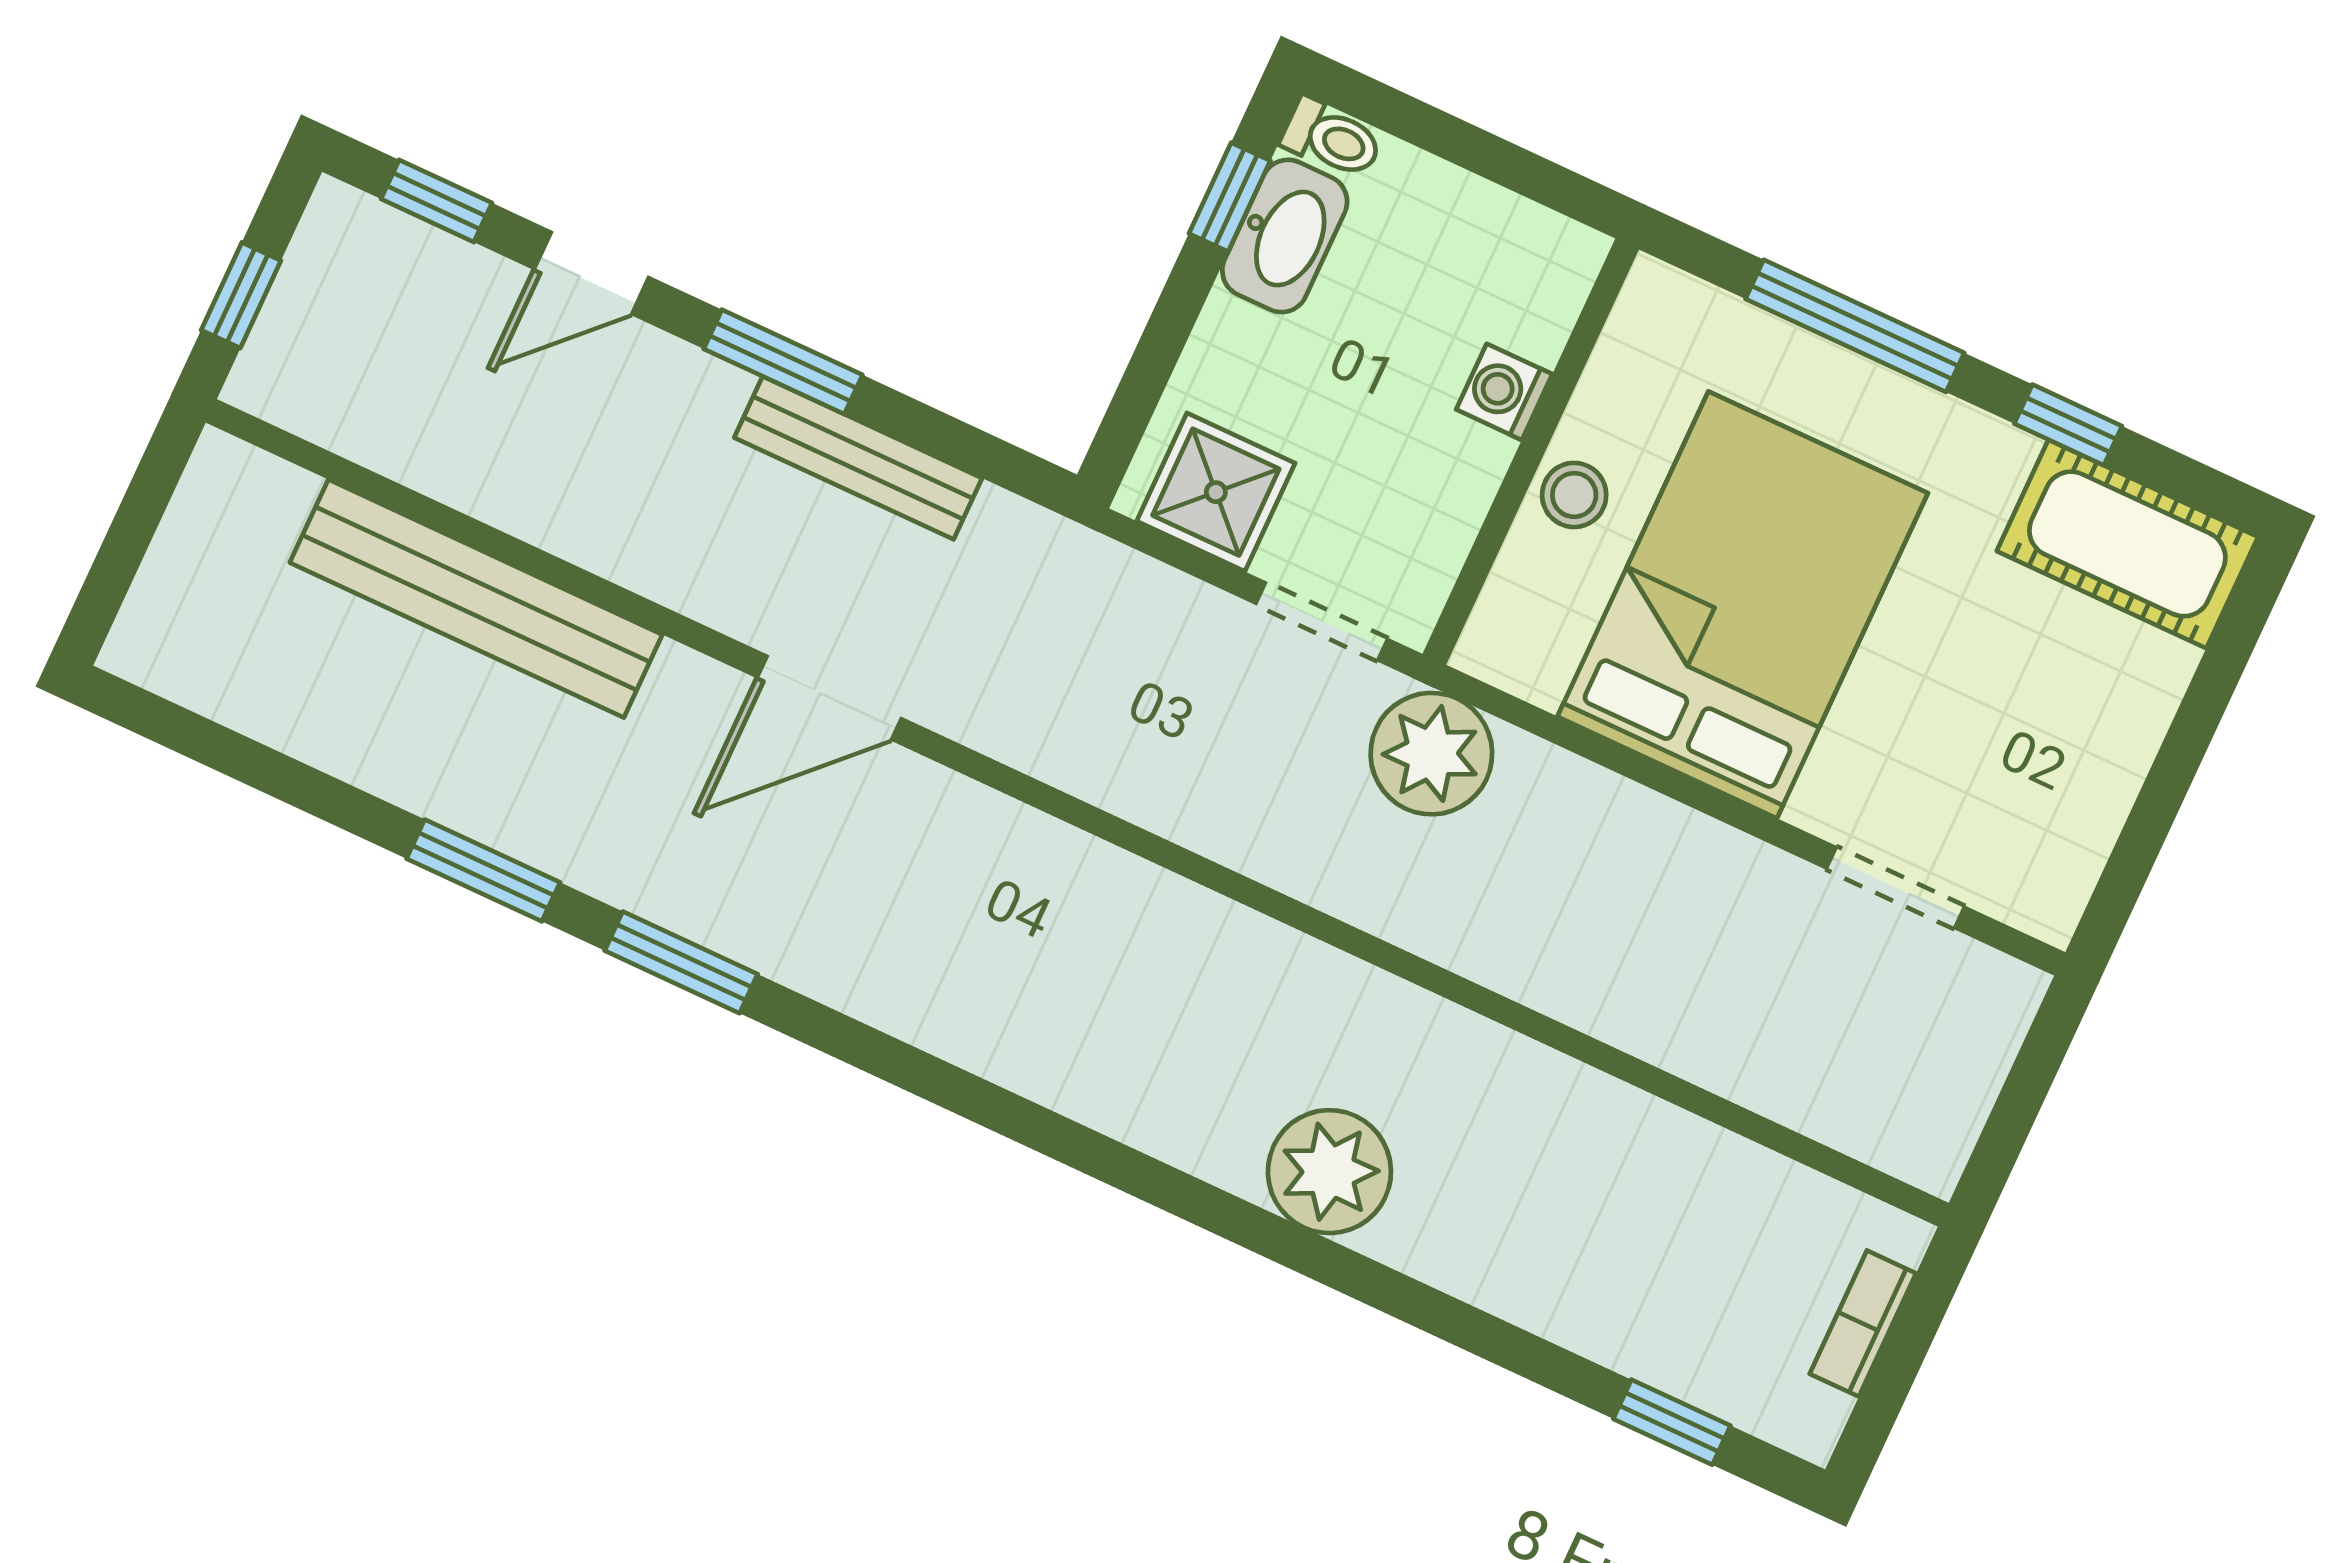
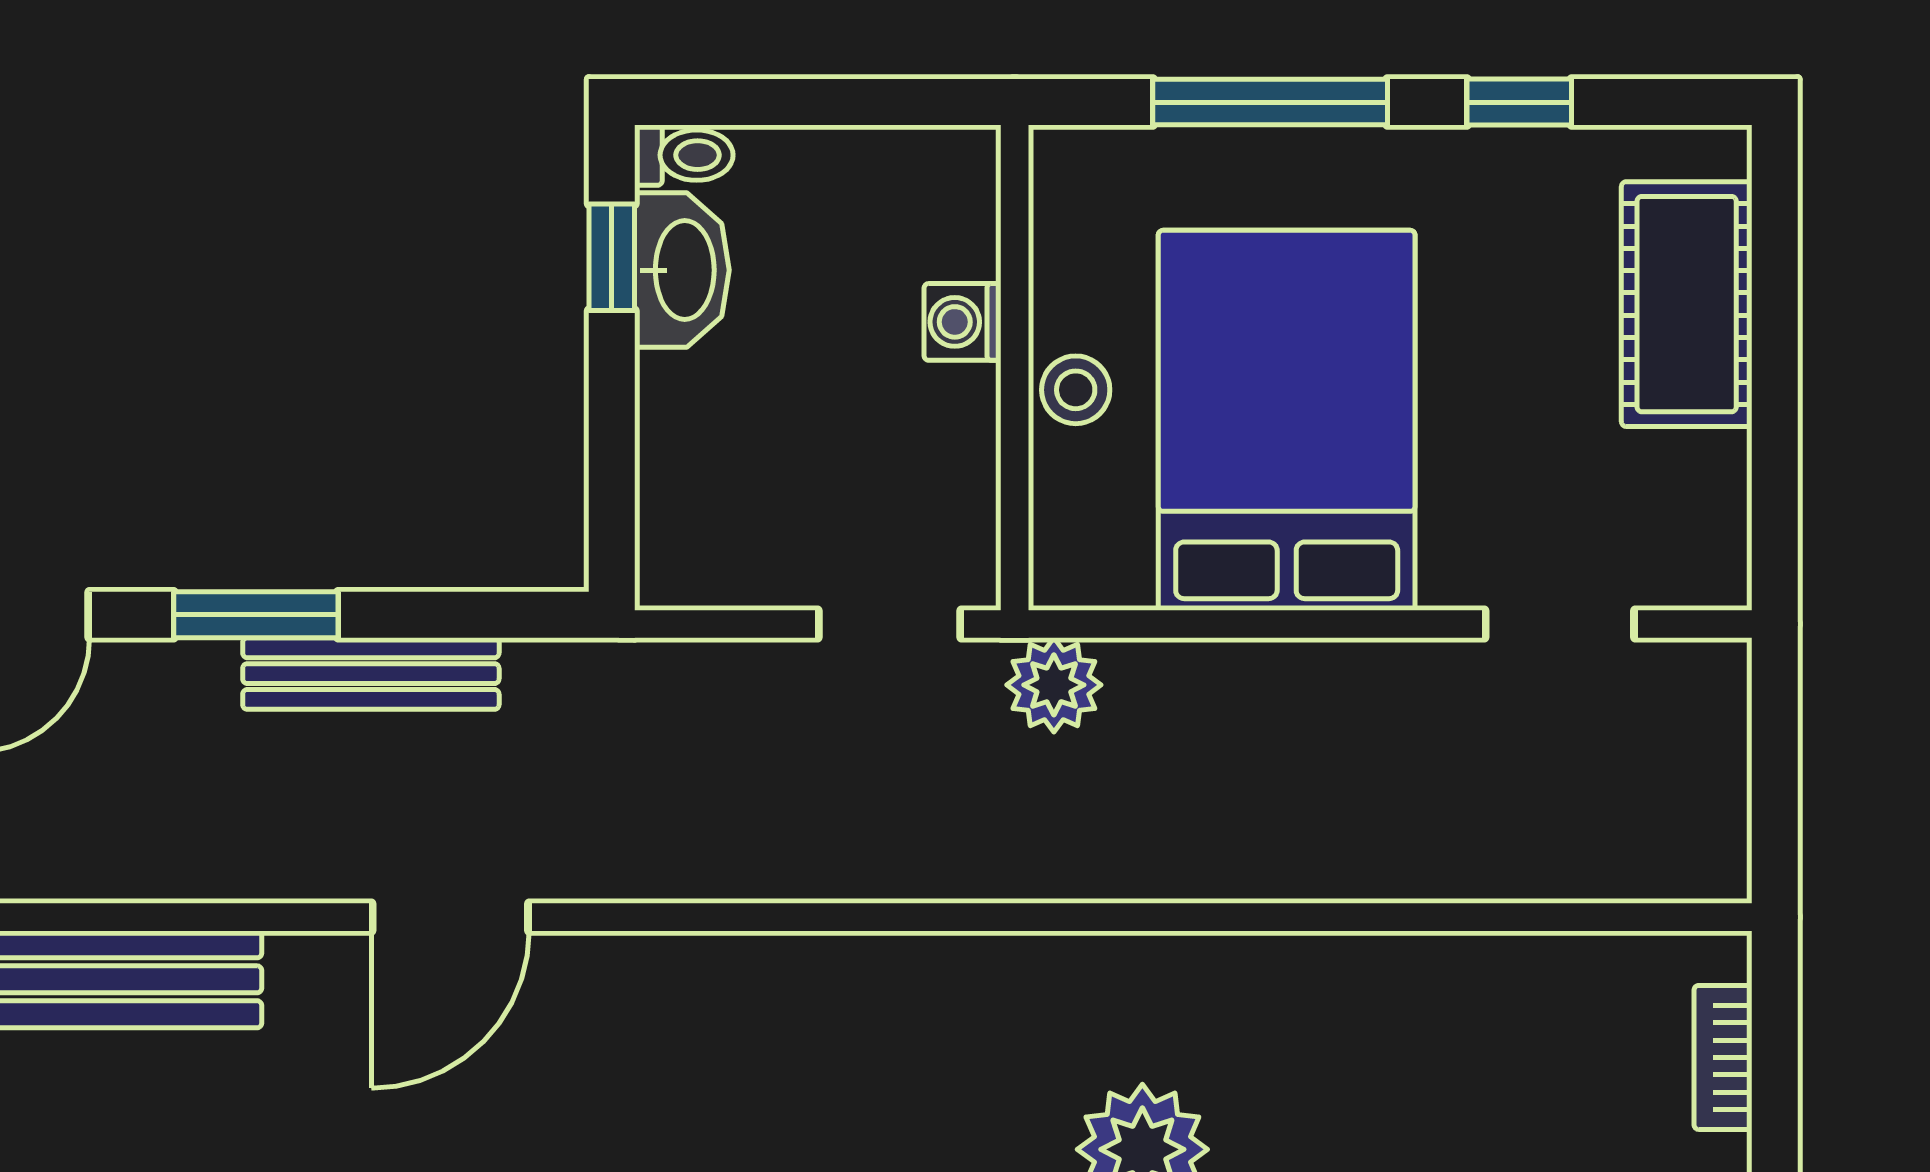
shower: (1216, 492) -> (730, 547), removed
cot: (2127, 544) -> (1687, 304), moved, turned 90
plant: (1431, 754) -> (1054, 685), width x0.73, depth x0.73

